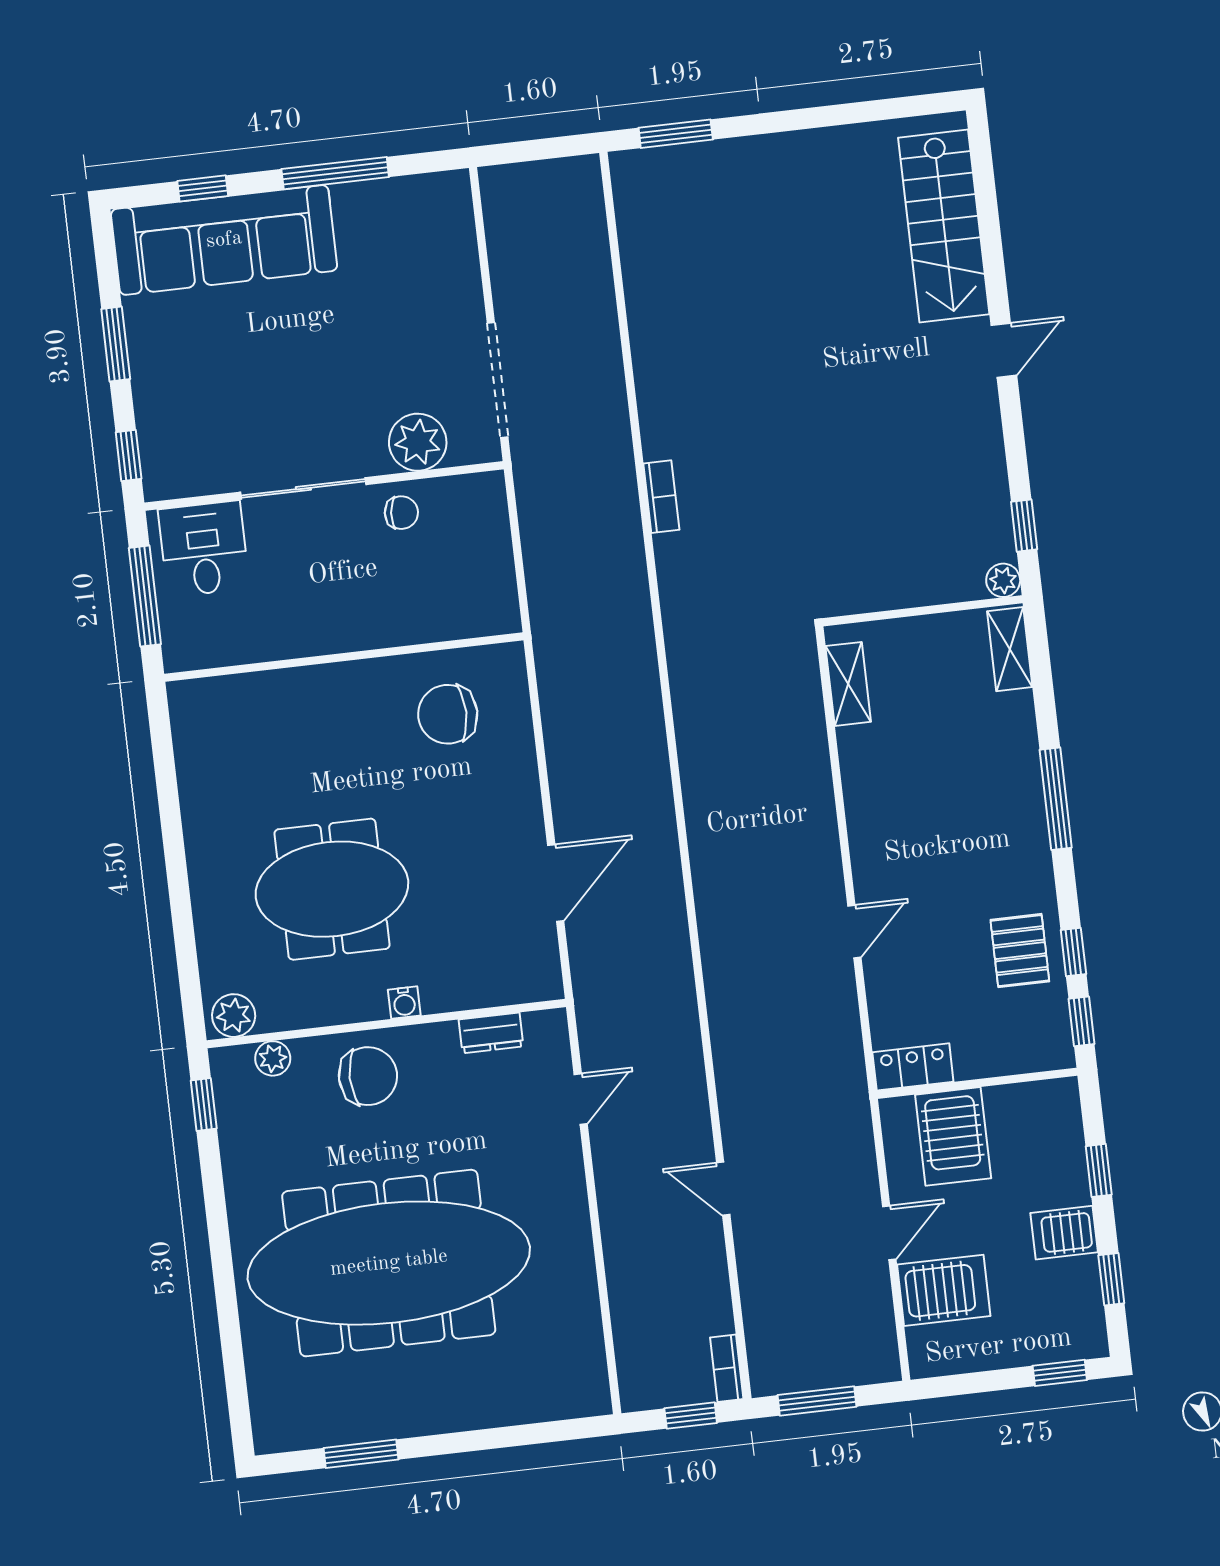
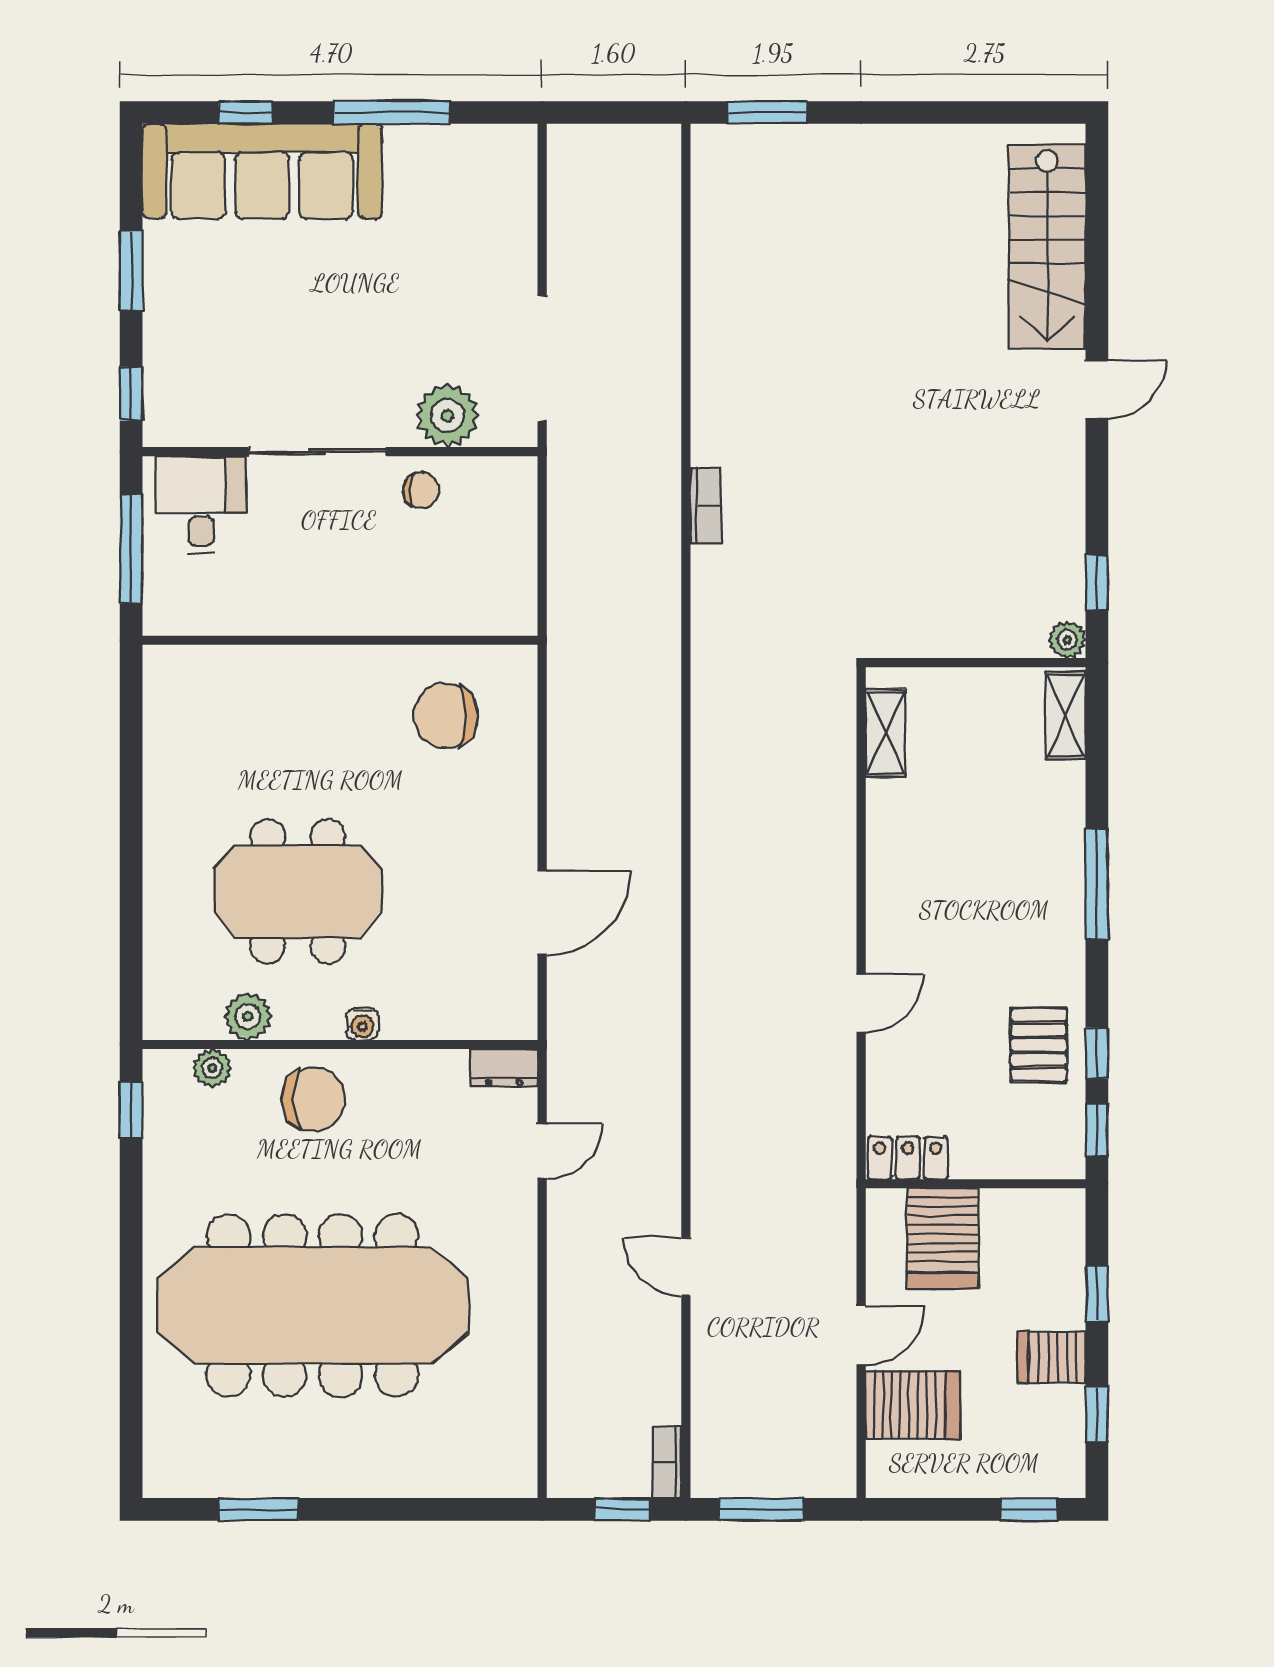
plant: (234, 1016) -> (248, 1016), moved
dresser: (491, 1033) -> (504, 1068), moved

